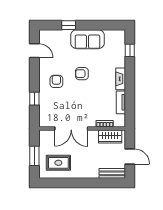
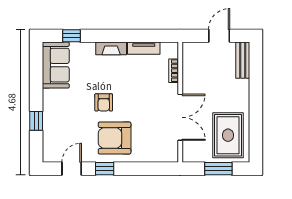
sofa: (87, 39) -> (56, 65), moved
armchair: (56, 81) -> (115, 138), width x1.88, depth x1.88
window: (34, 99) -> (105, 169), moved
wardrobe: (110, 136) -> (191, 63), removed
rug: (58, 163) -> (228, 135), width x1.36, depth x1.43

